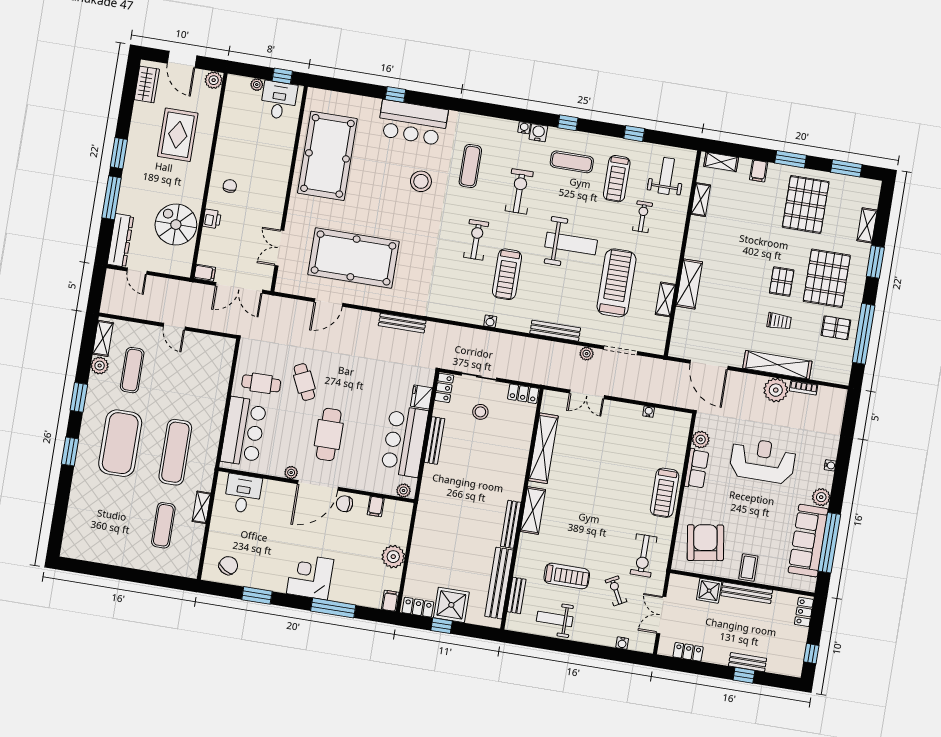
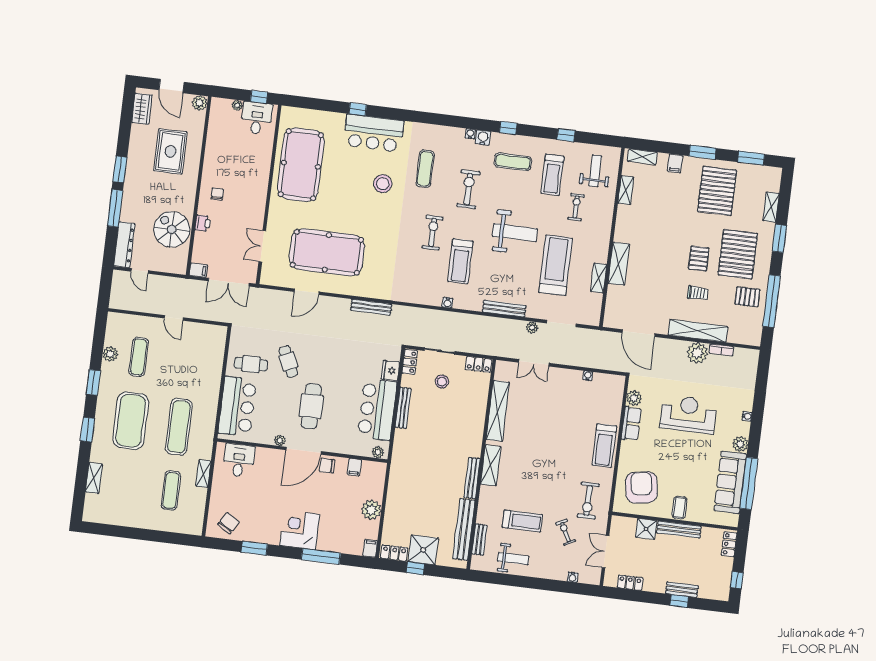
shelving: (103, 338) -> (94, 478), moved
weight bench: (555, 619) -> (513, 559), turned 180

